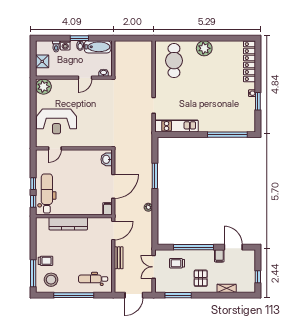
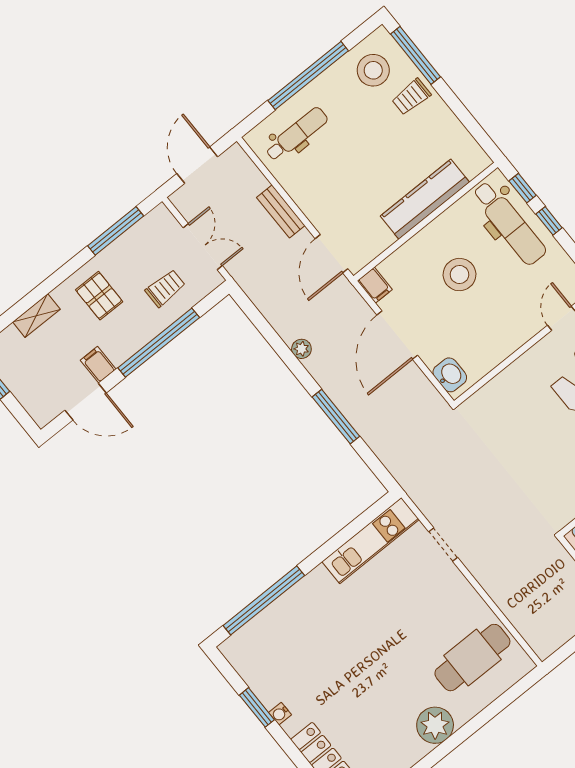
cafe table: (174, 61) -> (472, 658), turned 90
stool: (77, 190) -> (459, 275), added

